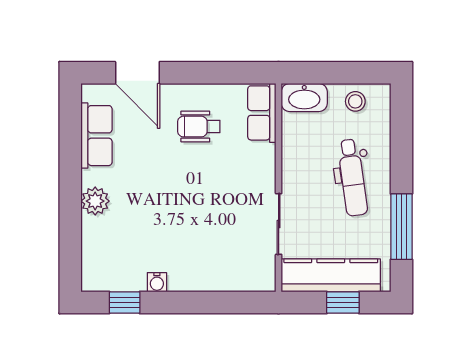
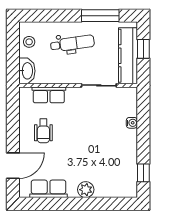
row of seats: (262, 113) -> (49, 95), moved
water cooler: (157, 282) -> (132, 123), moved

